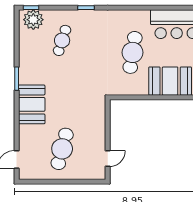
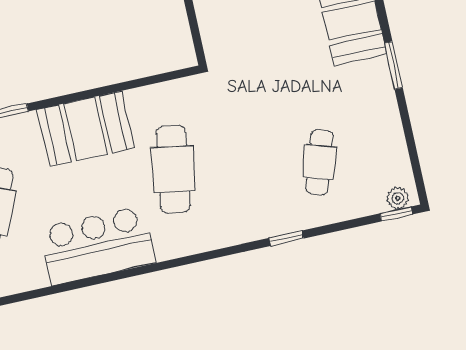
plant: (33, 20) -> (398, 198), width x0.53, depth x0.53

